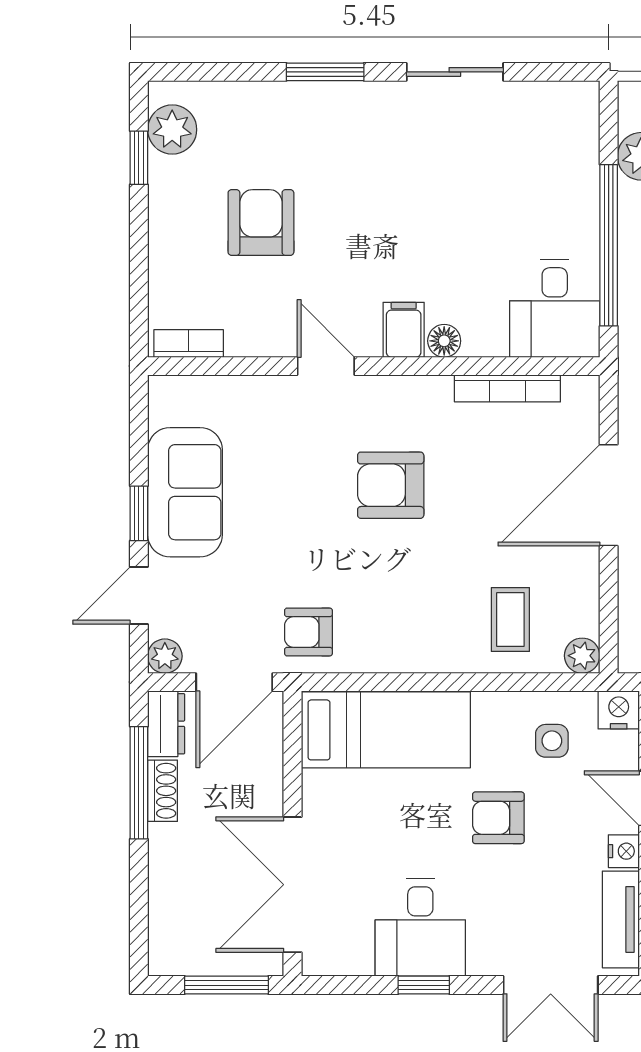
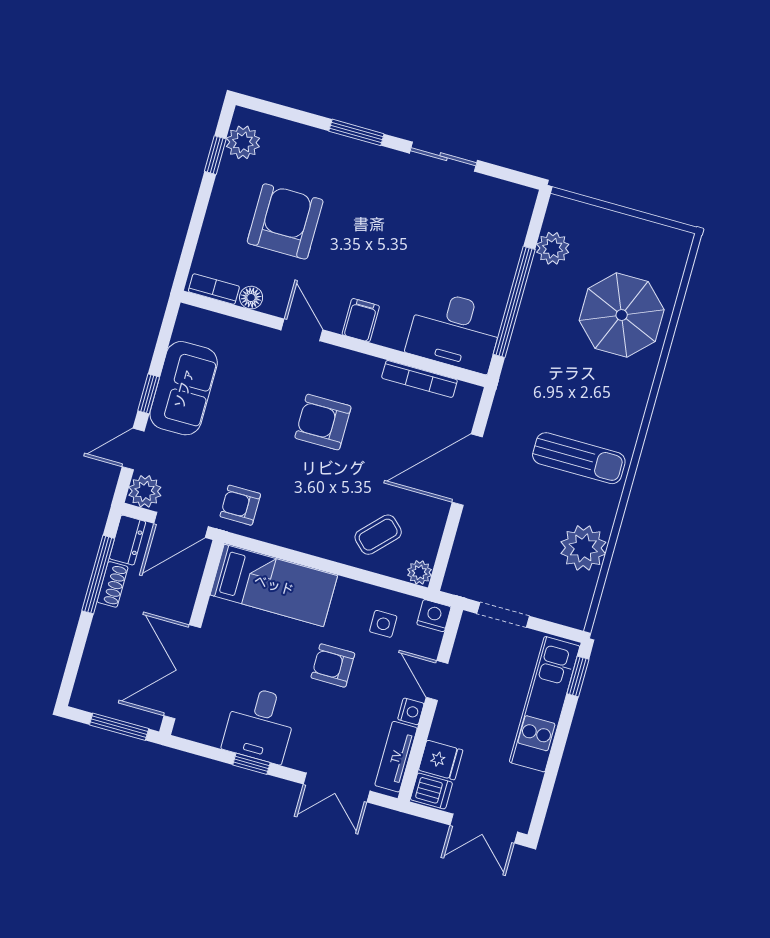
armchair: (261, 223) -> (285, 221), width x1.36, depth x1.36
desk: (555, 309) -> (455, 331), width x1.37
floor lamp: (444, 341) -> (251, 298), moved
coffee table: (510, 620) -> (378, 535), turned 44
plant: (165, 656) -> (145, 491), width x1.38, depth x1.38

